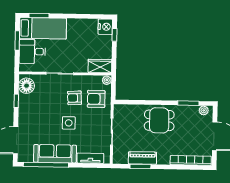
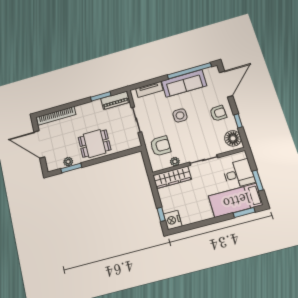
wardrobe: (100, 66) -> (172, 177), width x1.50
plant: (107, 80) -> (175, 162), moved
armchair: (74, 98) -> (218, 113), moved
plant: (204, 110) -> (68, 162), moved
piano: (142, 158) -> (115, 100), moved

